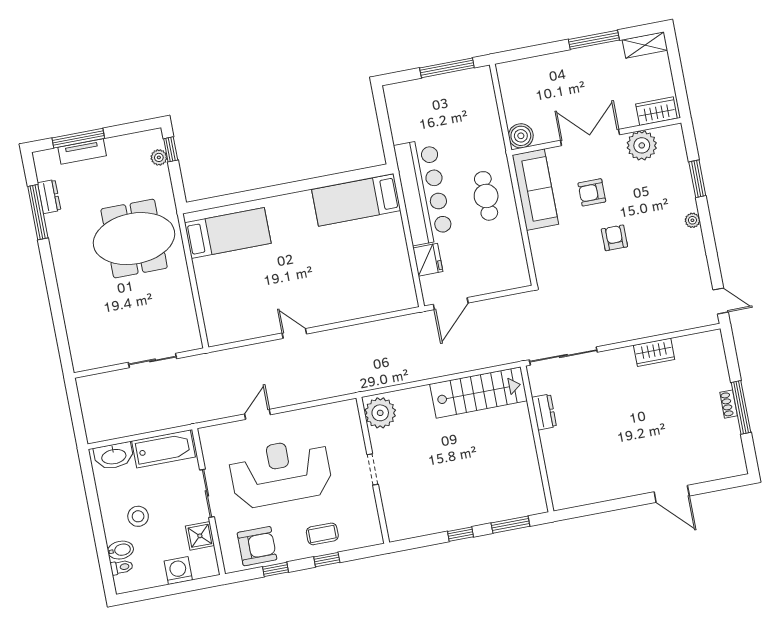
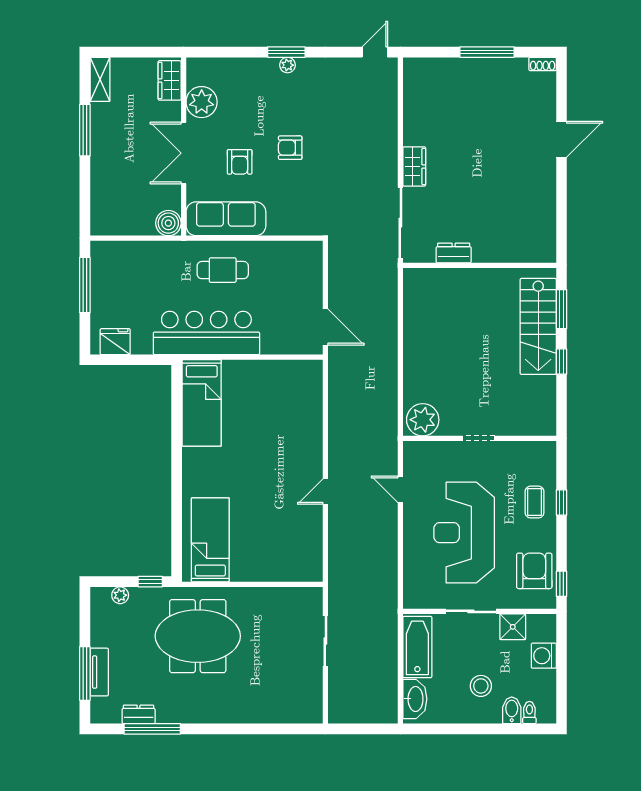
window: (171, 149) -> (150, 582), moved
window: (697, 179) -> (286, 52), moved
meeting table: (134, 239) -> (198, 636), turned 90
fridge: (428, 260) -> (115, 342), moved
wardrobe: (654, 352) -> (414, 166), moved
stairs: (479, 392) -> (538, 326), moved, turned 180
shoe rack: (729, 404) -> (543, 64), moved
door: (257, 414) -> (400, 489), moved
window: (275, 569) -> (562, 584), moved

